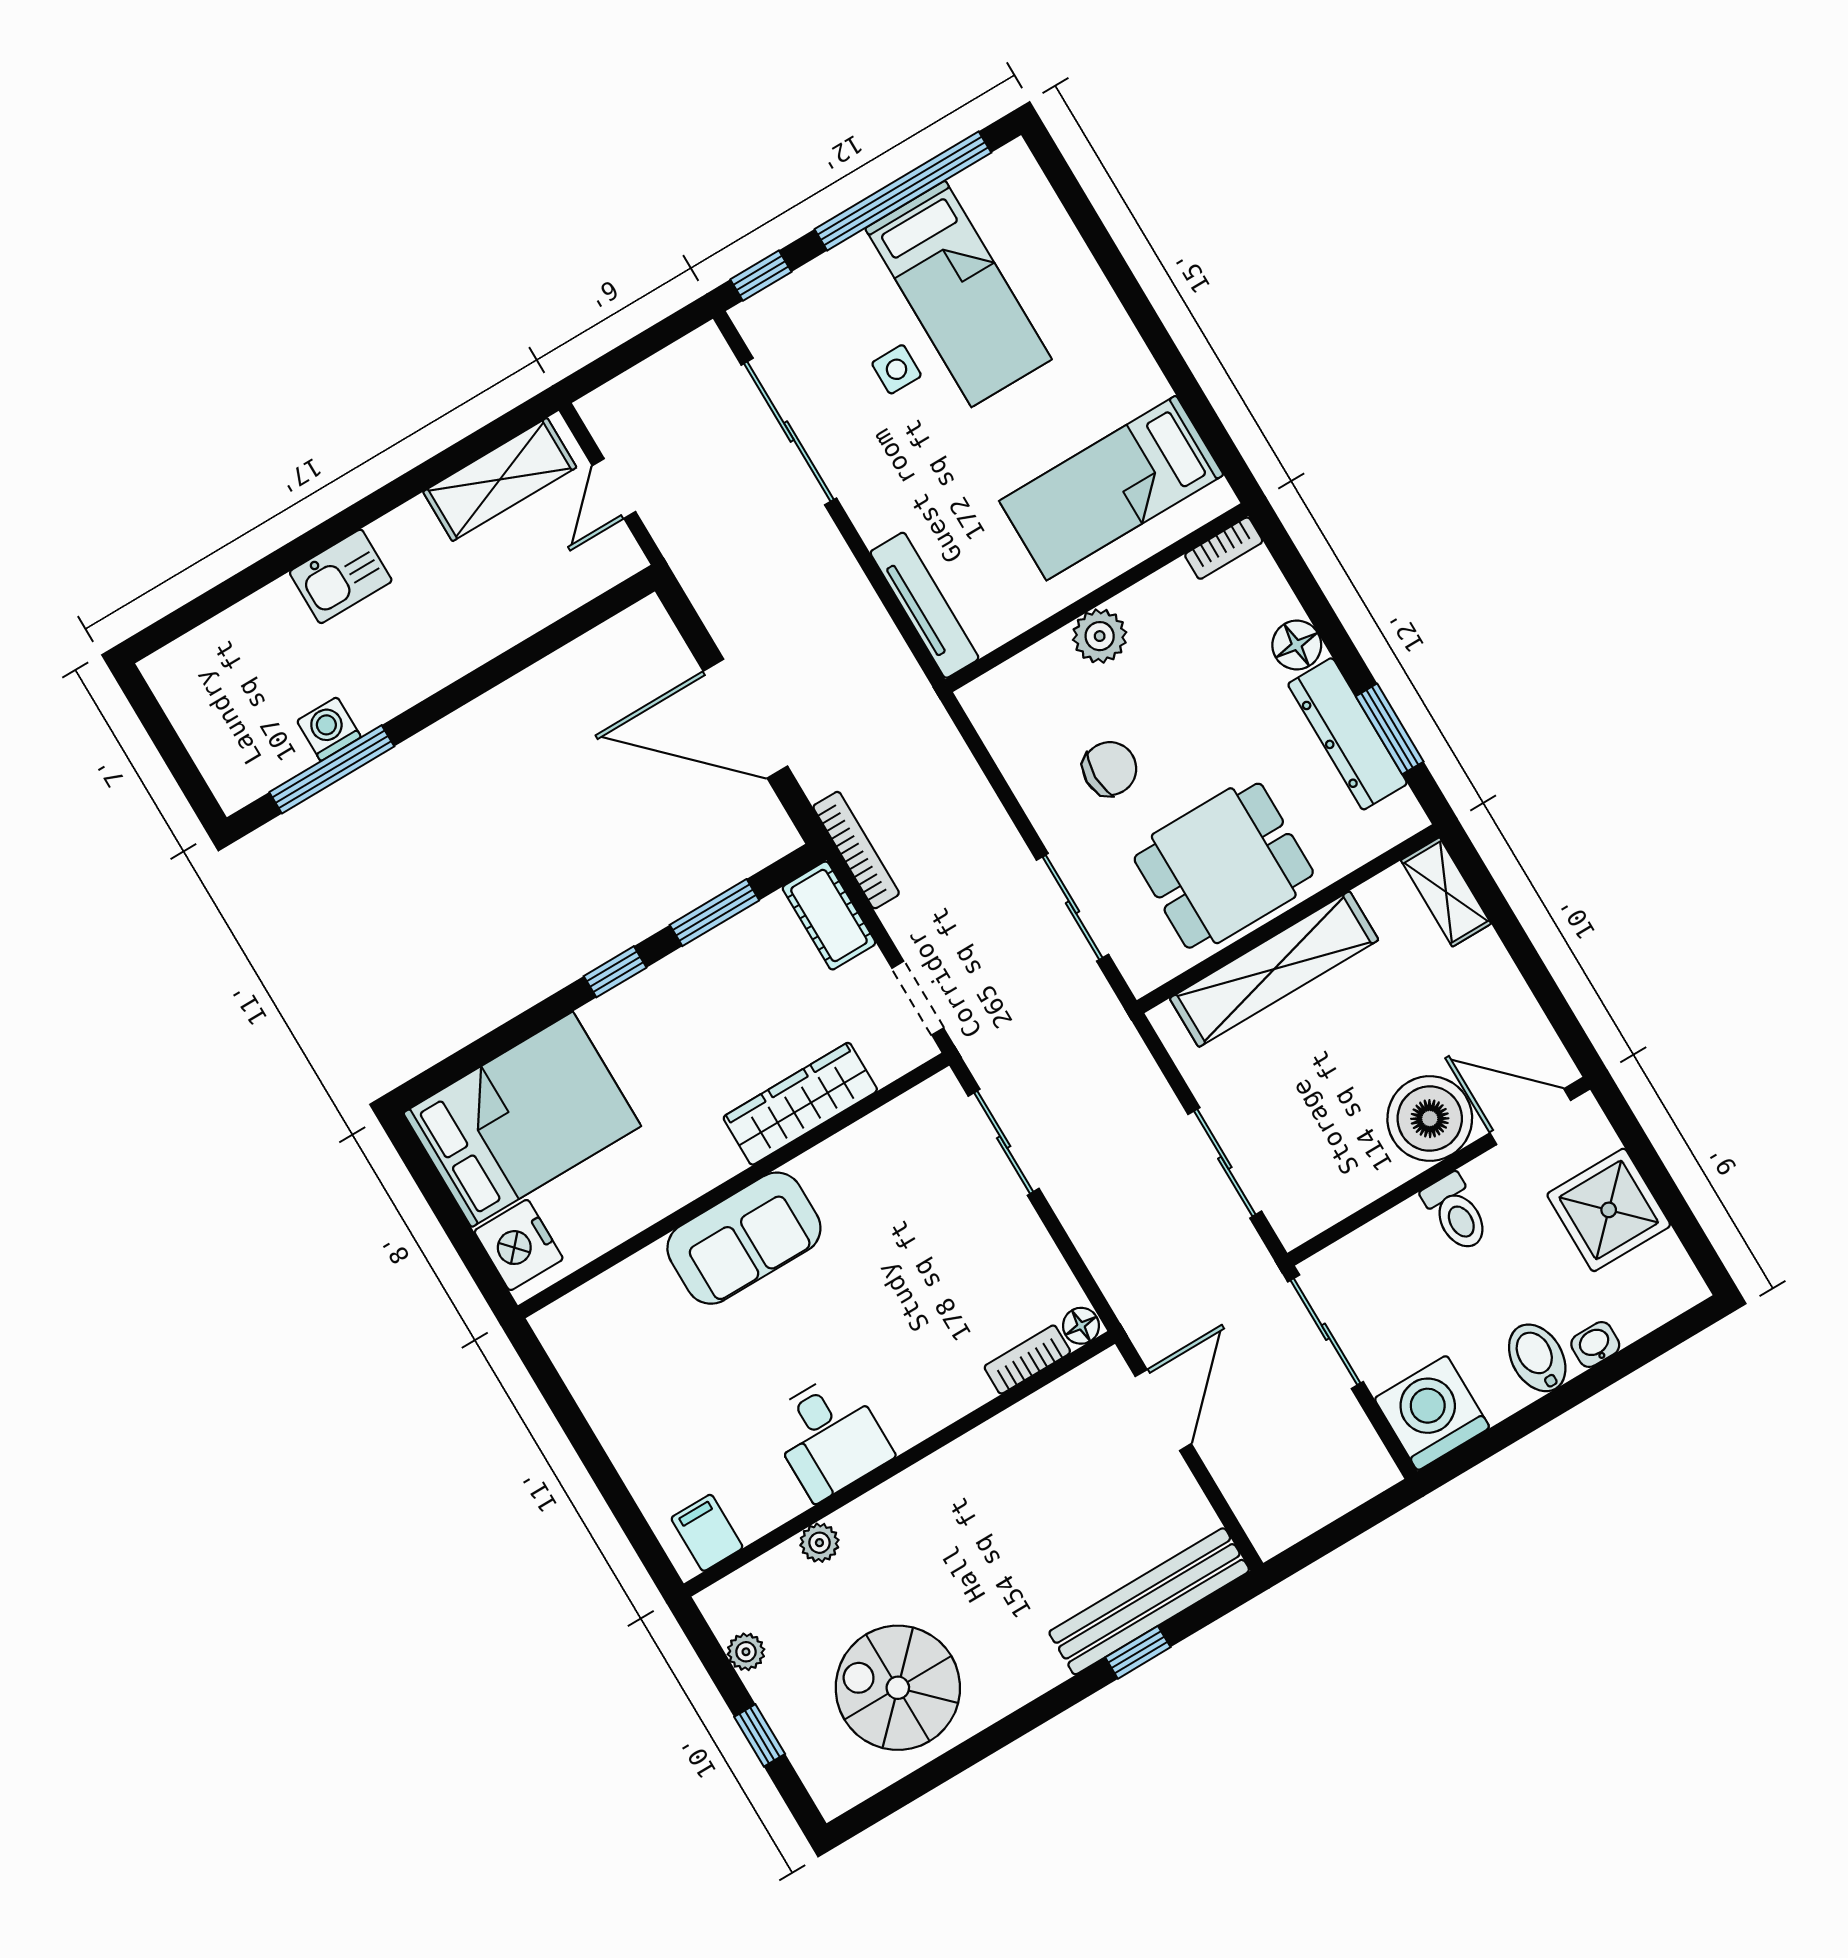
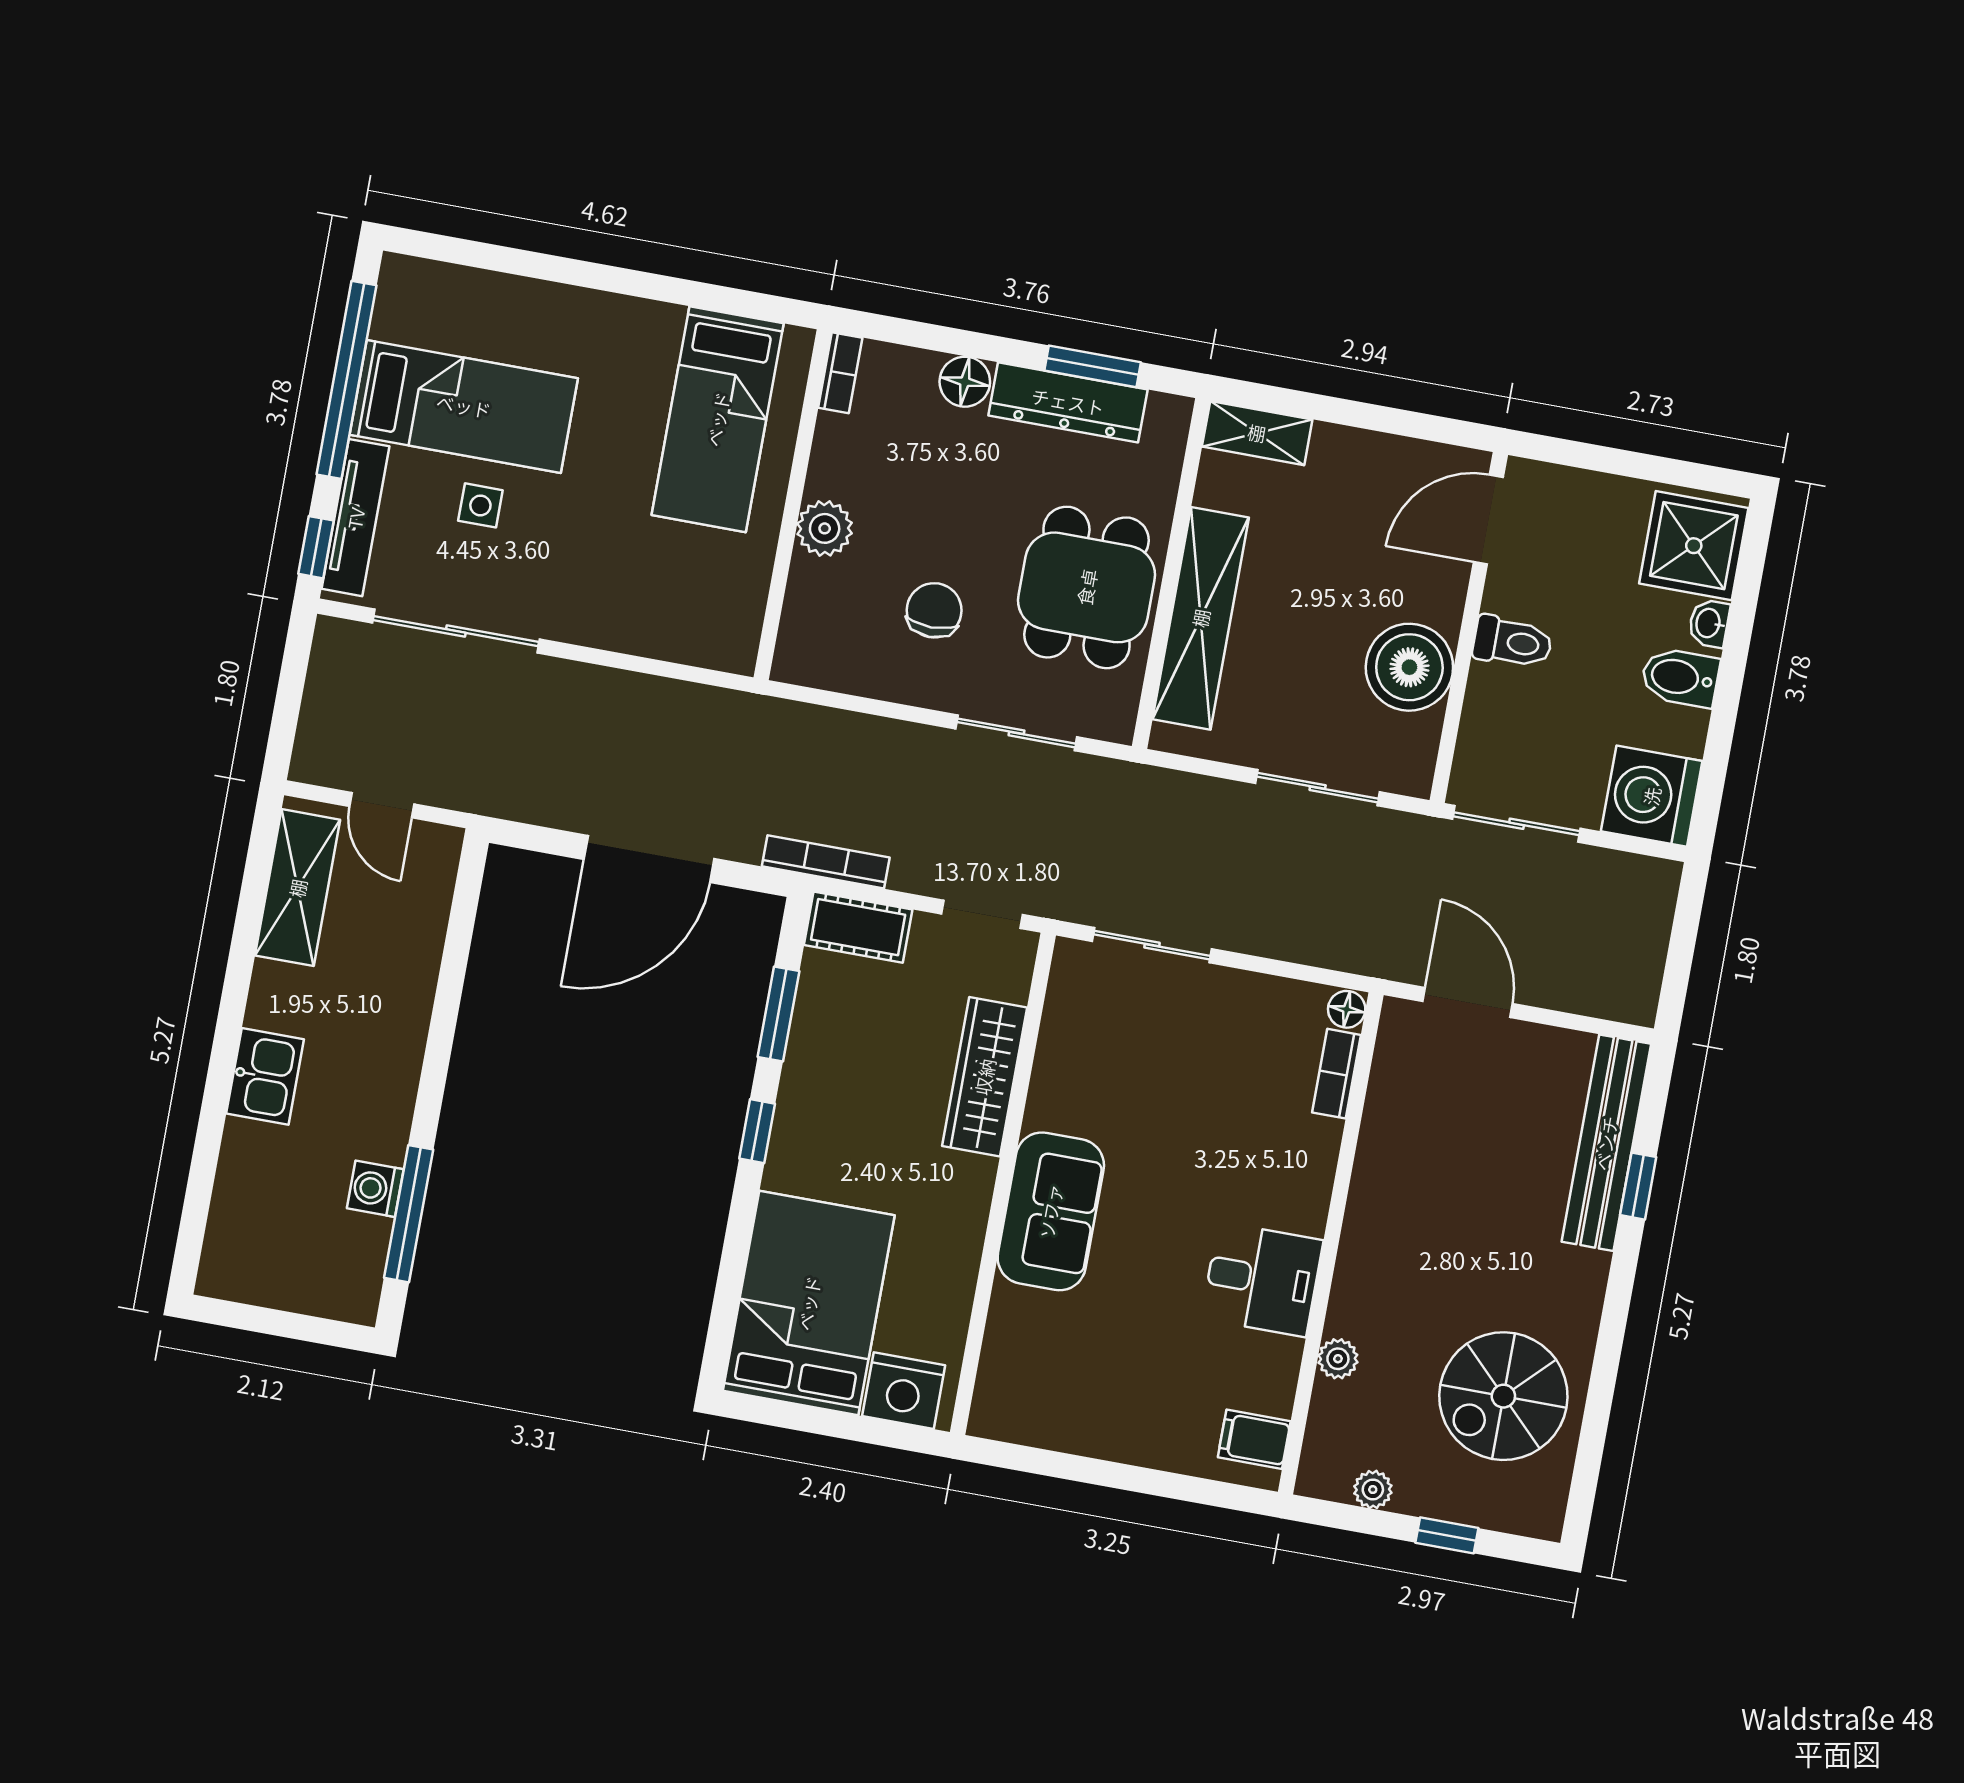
tv unit: (925, 605) -> (356, 518), moved, turned 90
boiler: (1430, 1119) -> (1409, 667), moved
shower: (1609, 1210) -> (1694, 546), moved

